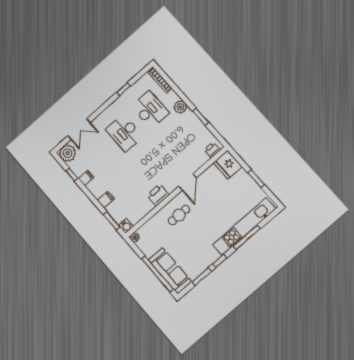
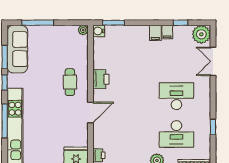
door: (188, 182) -> (90, 113), swing flipped
filing cabinet: (106, 200) -> (155, 33), moved
sofa: (170, 271) -> (17, 49), moved, turned -90
window: (157, 274) -> (38, 23), width x0.68

